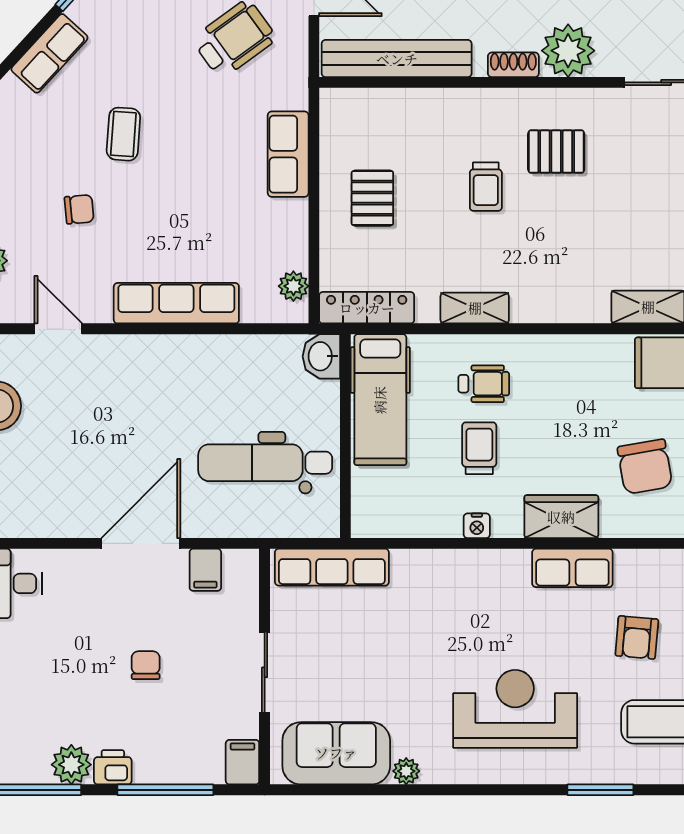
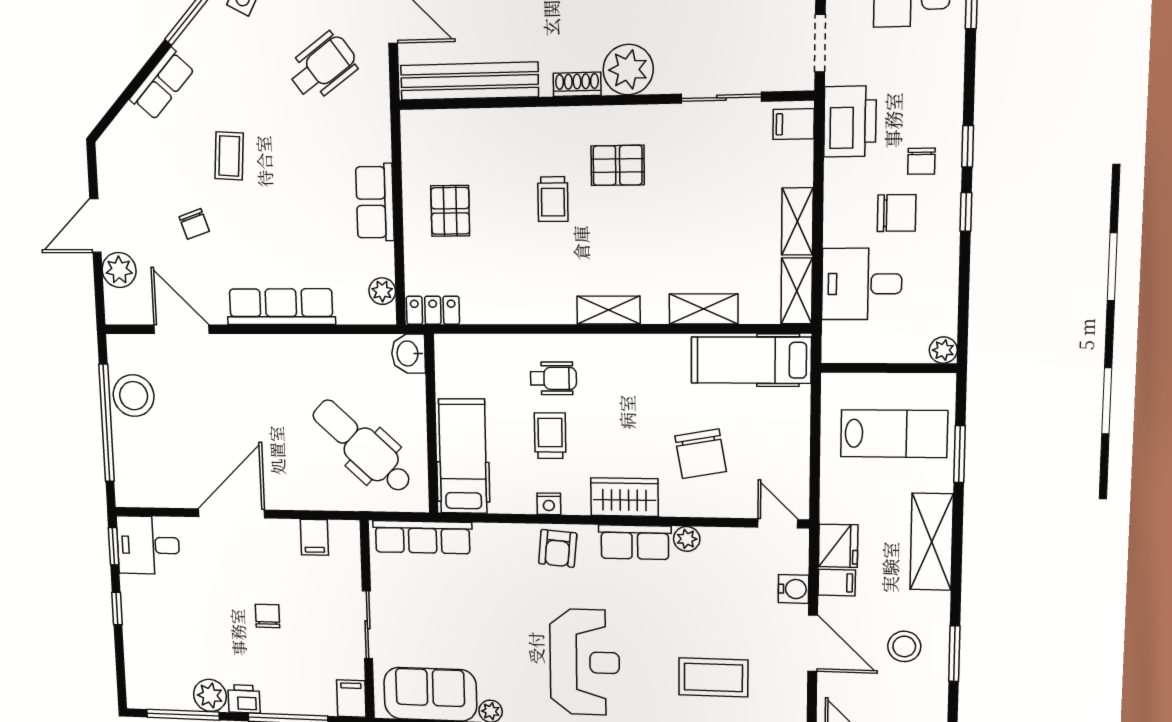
row of seats: (288, 154) -> (375, 202), moved
chair: (79, 209) -> (194, 224), turned 76
locker: (367, 308) -> (433, 310), width x0.66
shelving: (475, 308) -> (609, 310), moved
door: (58, 329) -> (182, 329), width x1.37
hospital bed: (380, 400) -> (463, 456), moved, turned 180
dental chair: (265, 463) -> (362, 446), turned 43
door: (141, 543) -> (232, 513), moved
plant: (630, 563) -> (687, 539), added
armchair: (637, 637) -> (558, 548), moved
reception desk: (515, 709) -> (585, 662), turned 90

